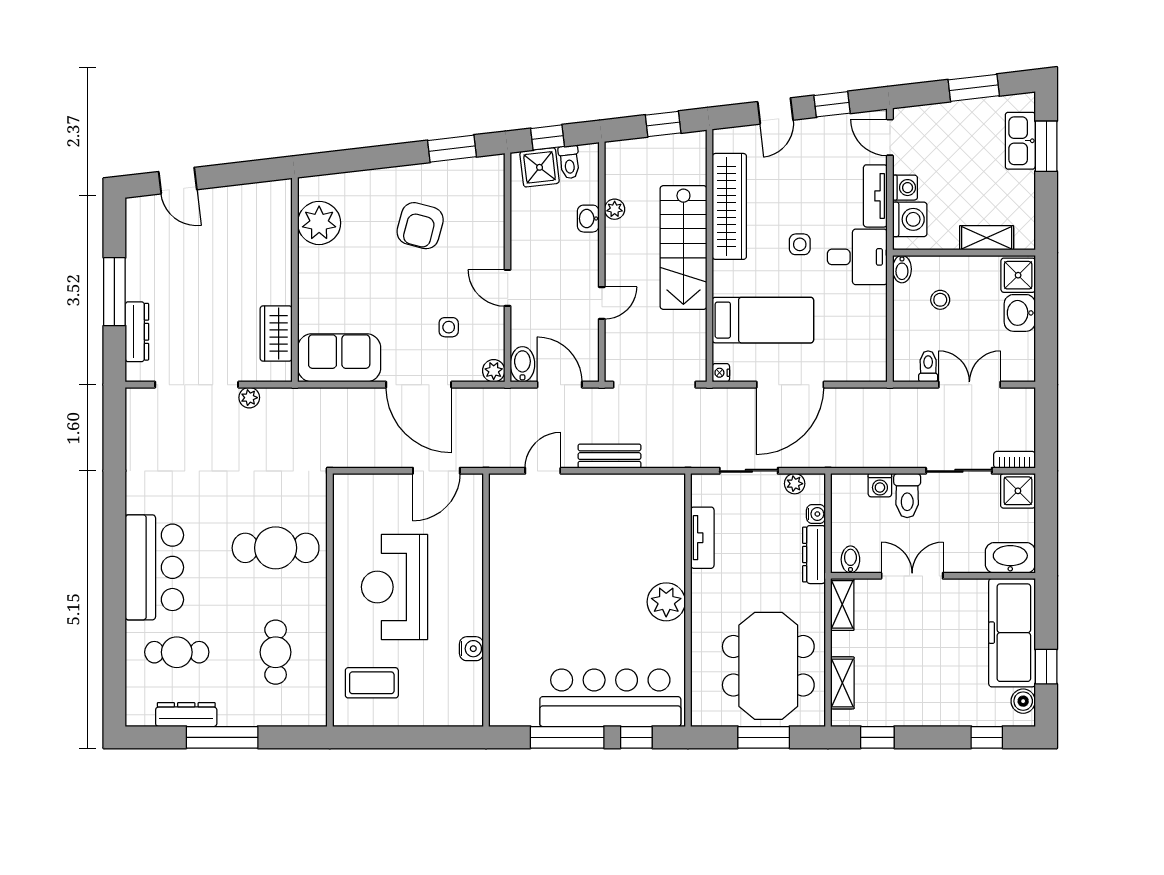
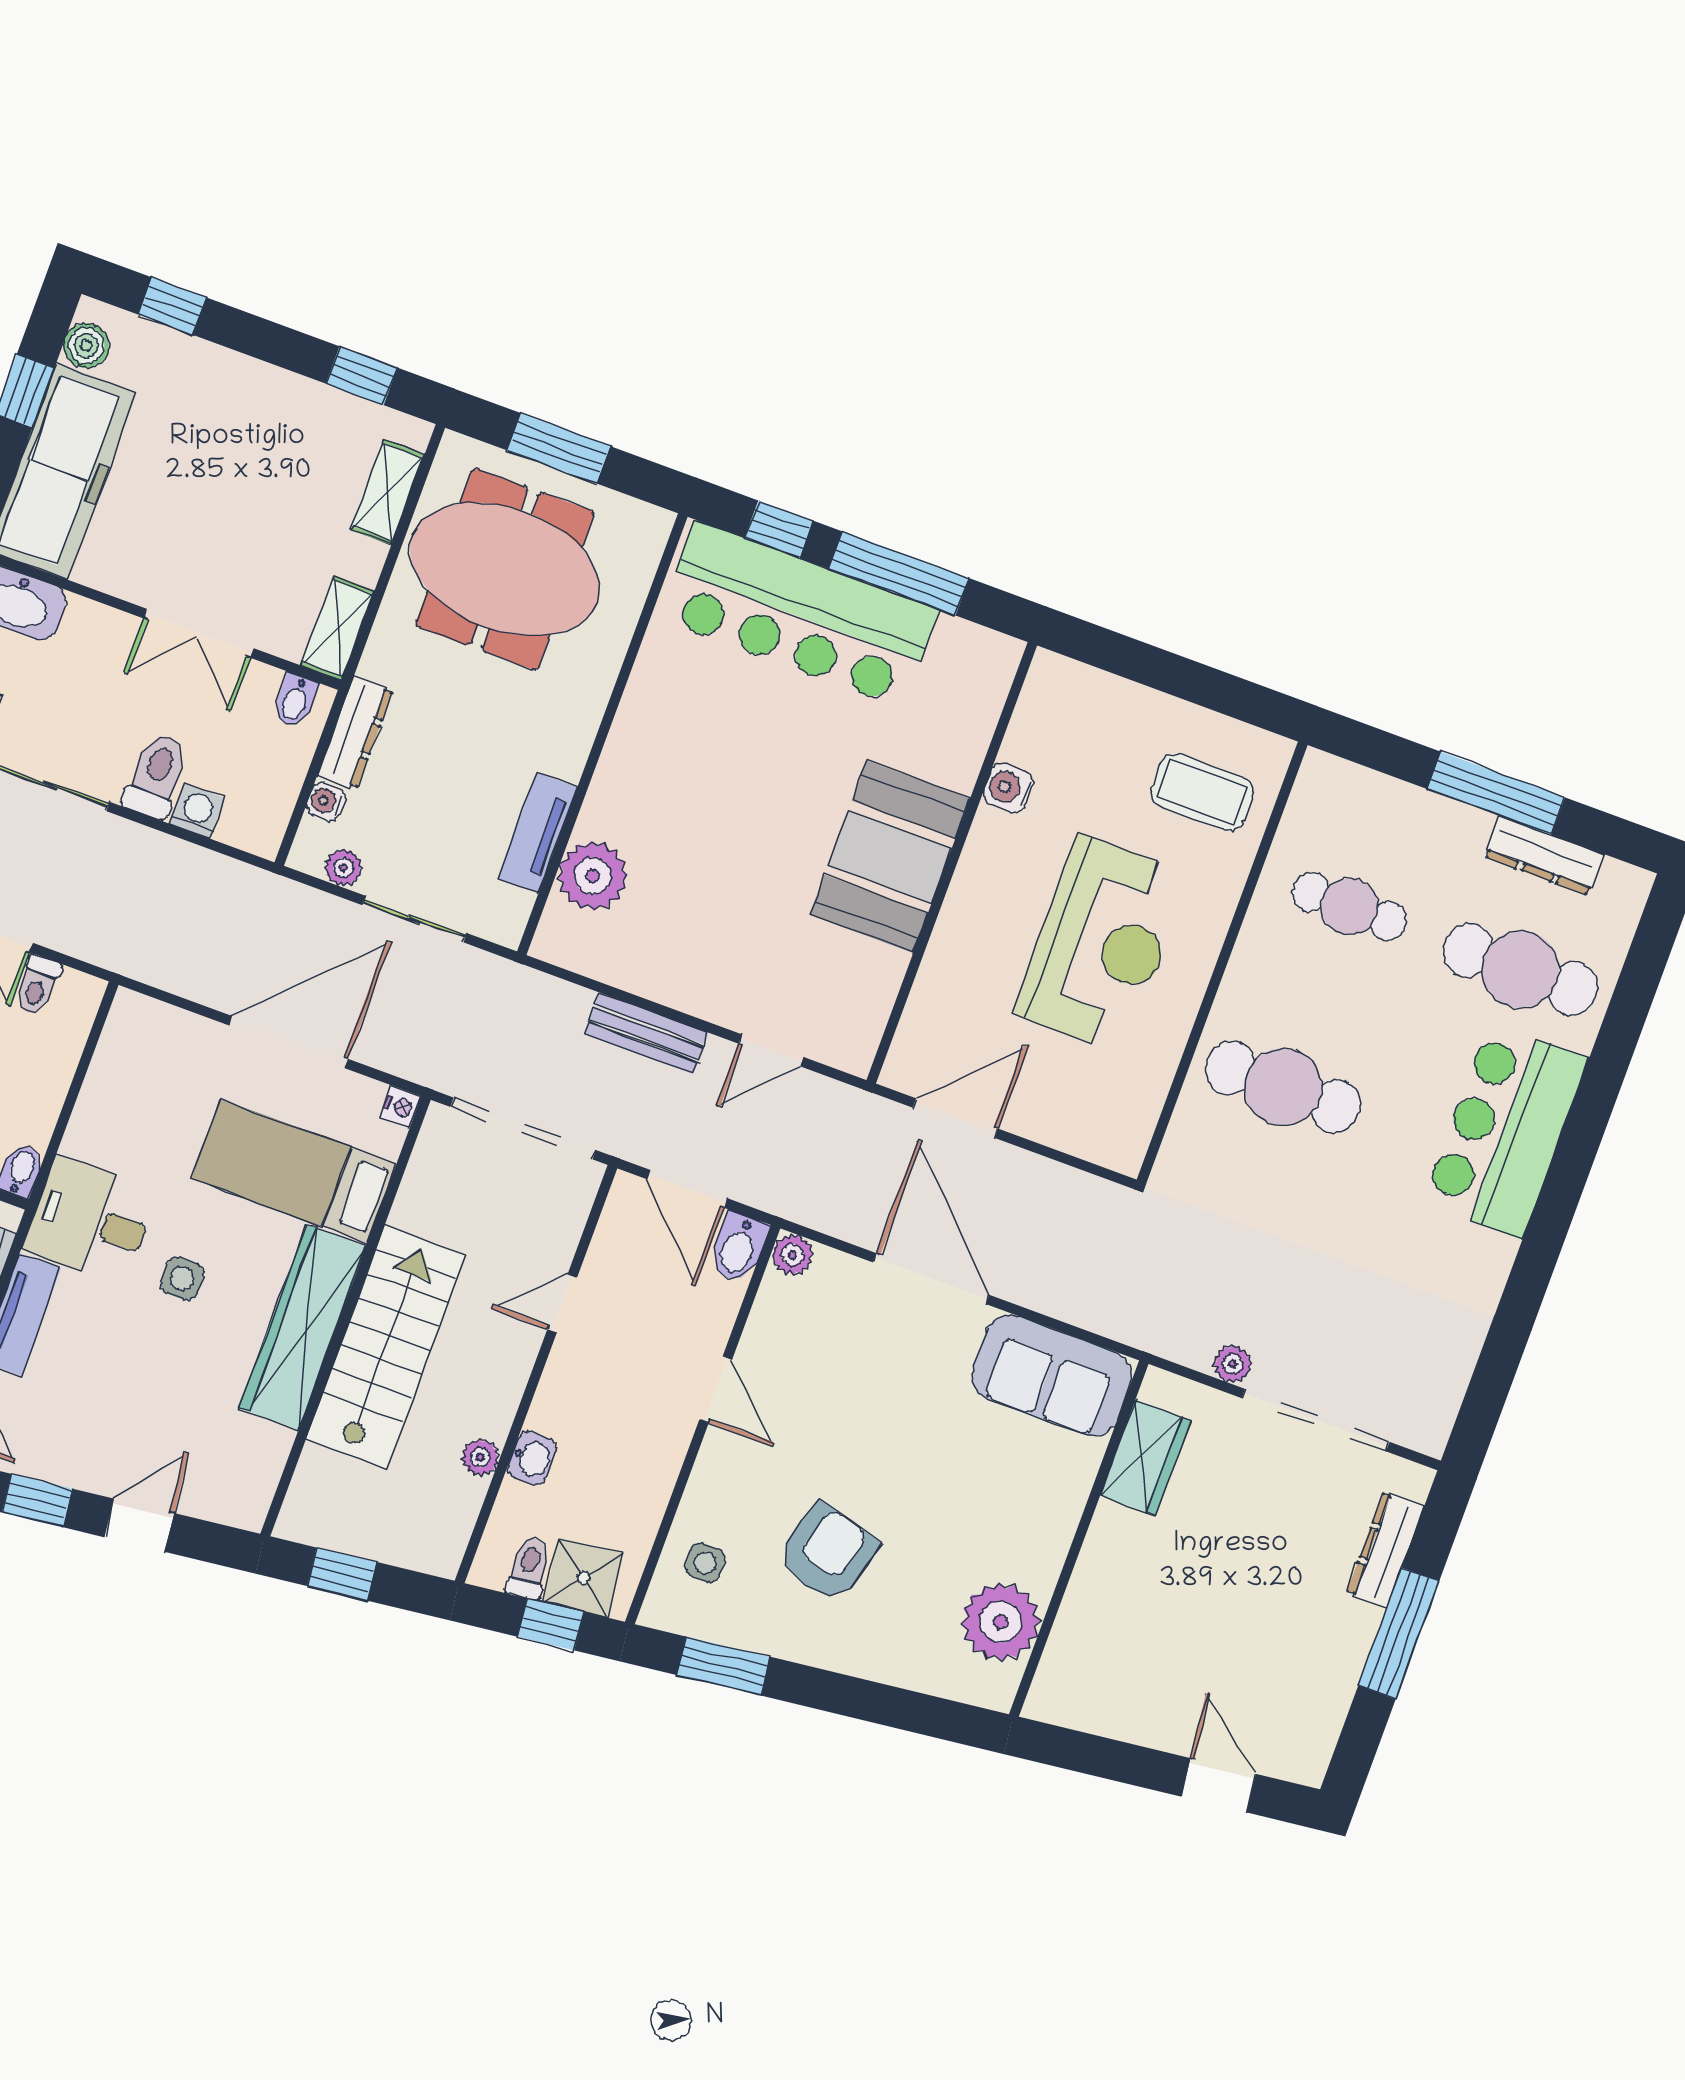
wardrobe: (729, 206) -> (303, 1327), moved
side table: (449, 327) -> (705, 1563), moved
booth: (519, 592) -> (890, 857), added
plant: (666, 602) -> (593, 876), moved
cafe table: (177, 652) -> (1520, 969), width x1.37, depth x1.35
cafe table: (276, 652) -> (1349, 907), turned 90
meeting table: (768, 666) -> (505, 569), turned 90

